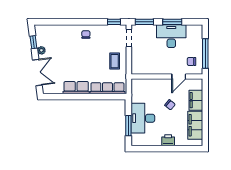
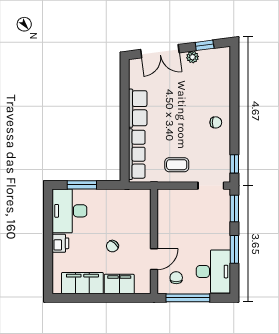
desk: (171, 36) -> (213, 272), moved
door: (179, 77) -> (154, 259), swing flipped
desk: (143, 118) -> (69, 211), moved, turned -90

